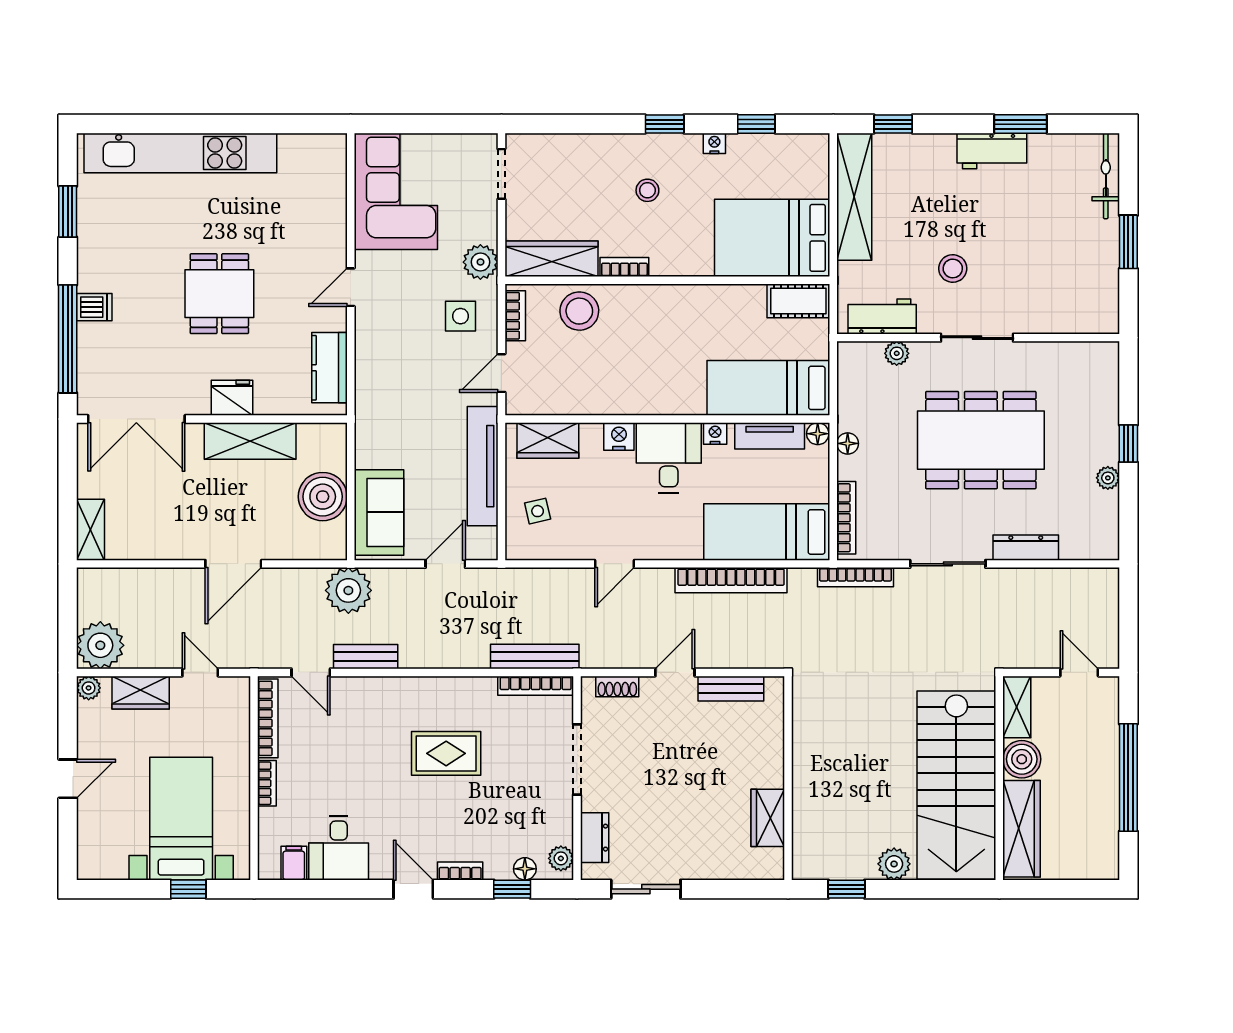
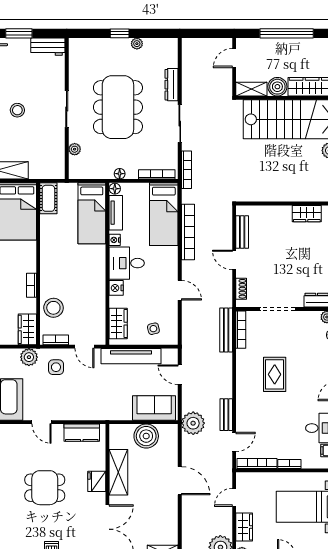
wardrobe: (551, 259) -> (27, 329), width x0.67
stool: (953, 268) -> (17, 110), moved
workbench: (882, 316) -> (48, 47), moved, turned -90

